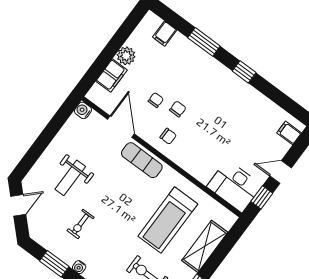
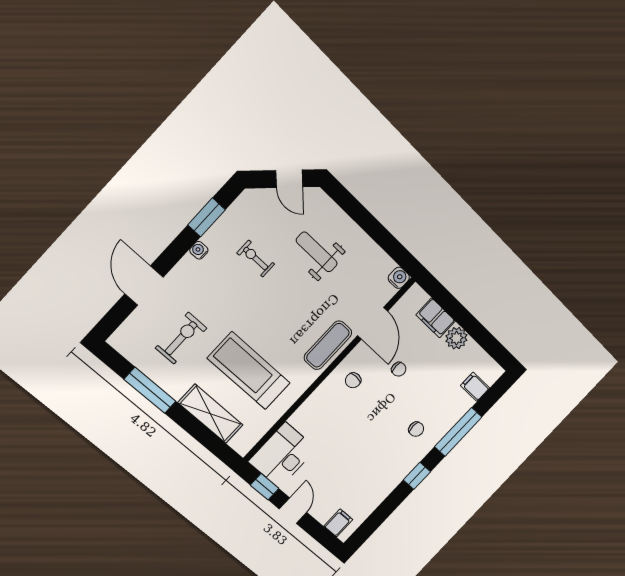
window: (204, 42) -> (458, 432), width x1.44
chair: (178, 109) -> (416, 429), moved
door: (121, 127) -> (373, 323), hinge flipped

